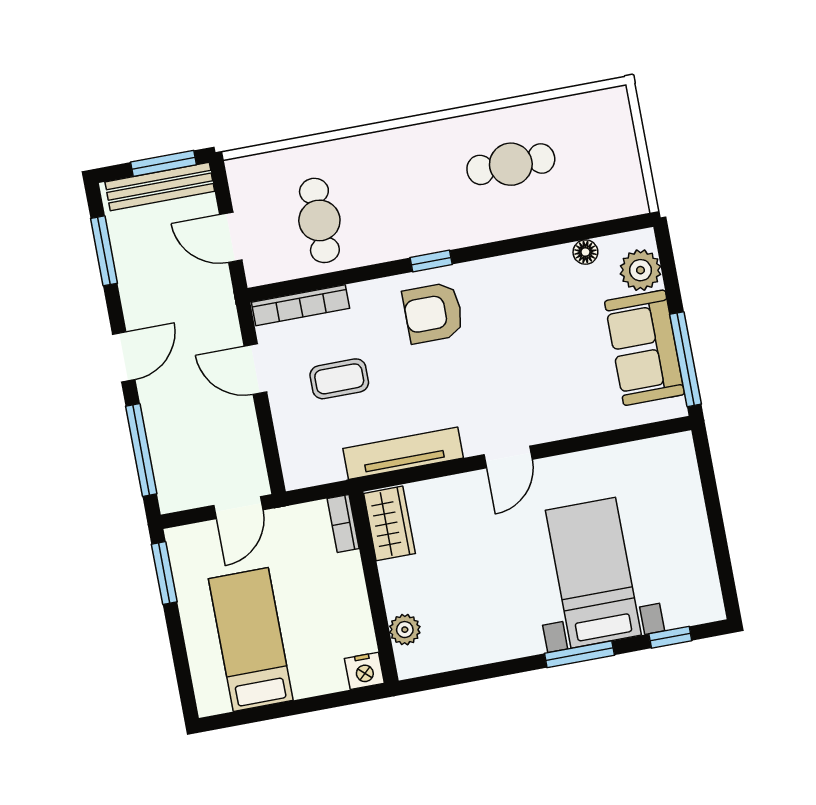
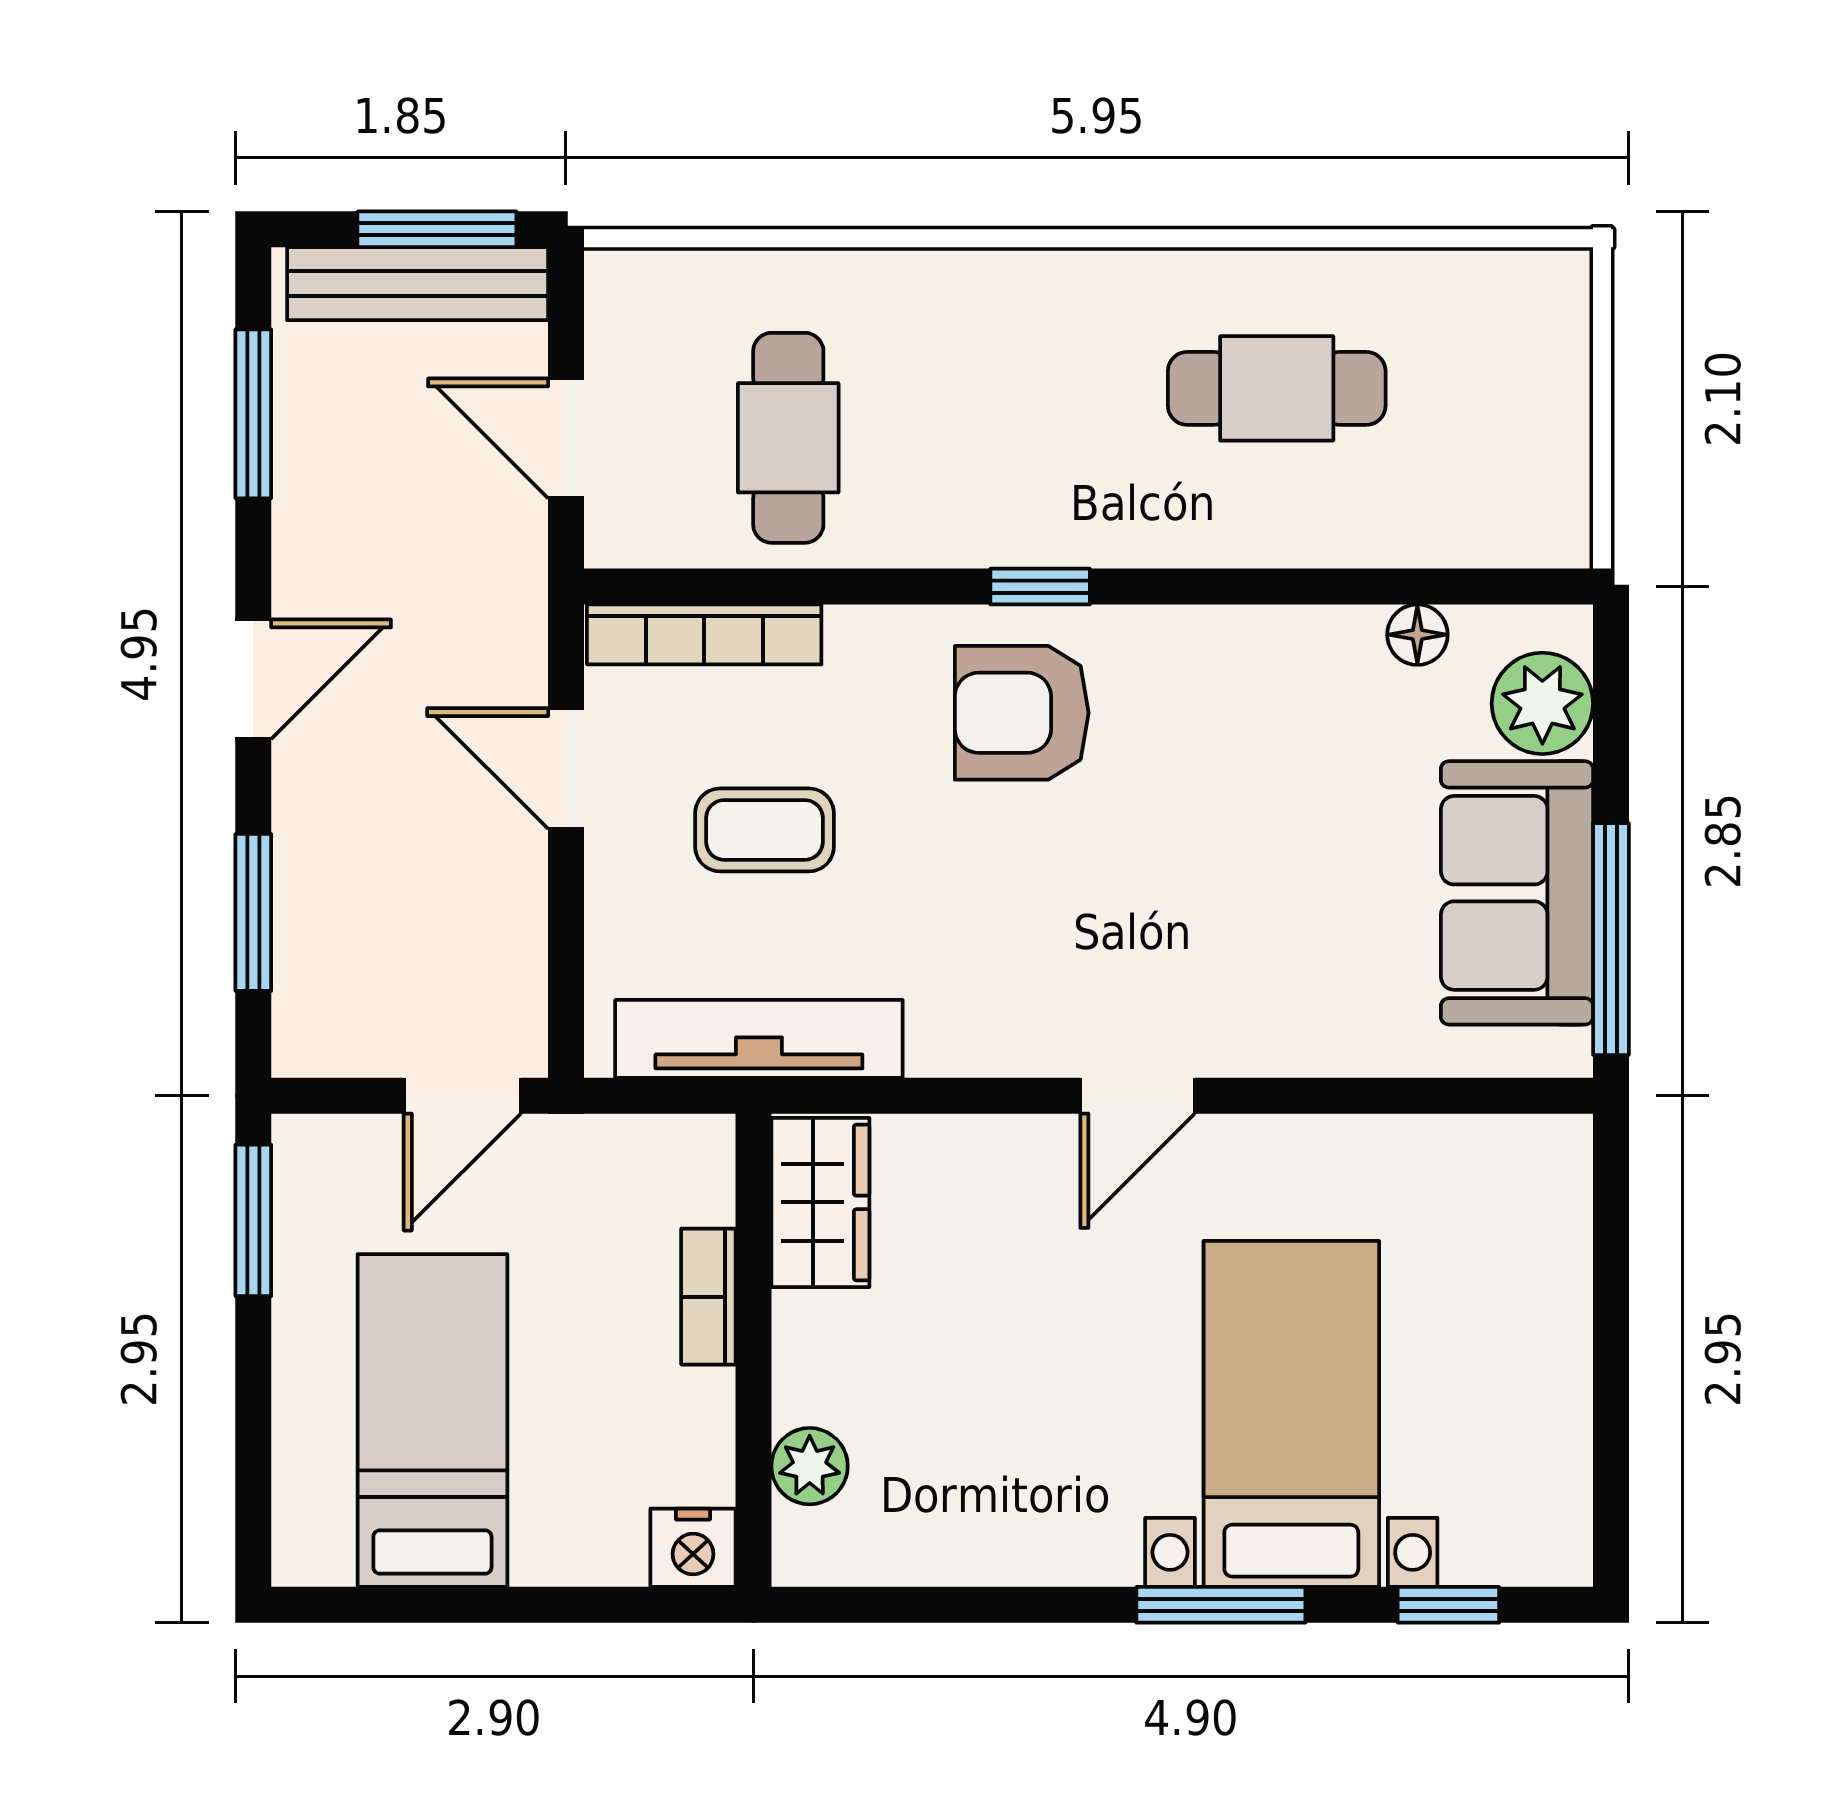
window: (141, 450) -> (253, 912), width x0.69
tv unit: (403, 453) -> (759, 1039), moved
bookcase: (343, 523) -> (708, 1297), moved

